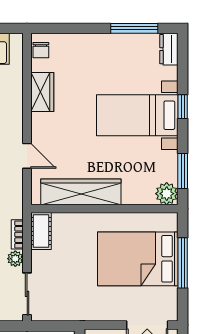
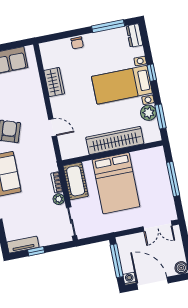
chair: (41, 50) -> (77, 43), moved
wardrobe: (81, 192) -> (115, 140), moved
plant: (167, 194) -> (148, 113), moved
cot: (41, 231) -> (76, 181), width x1.37, depth x1.34
bed: (138, 259) -> (116, 183), moved, turned -90

